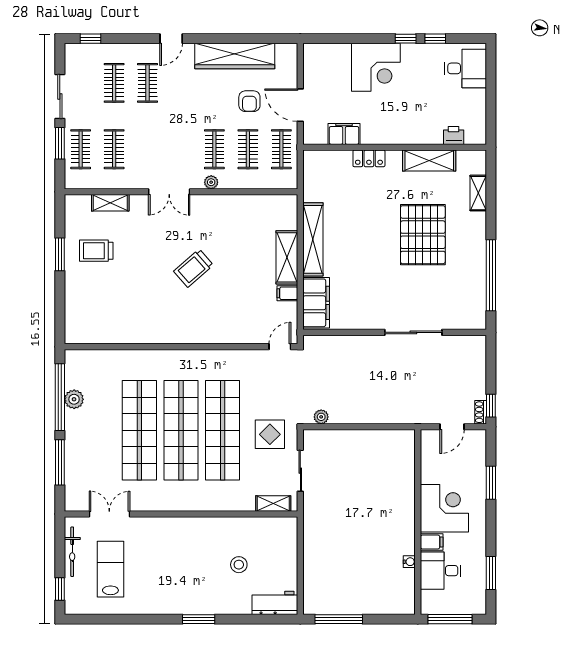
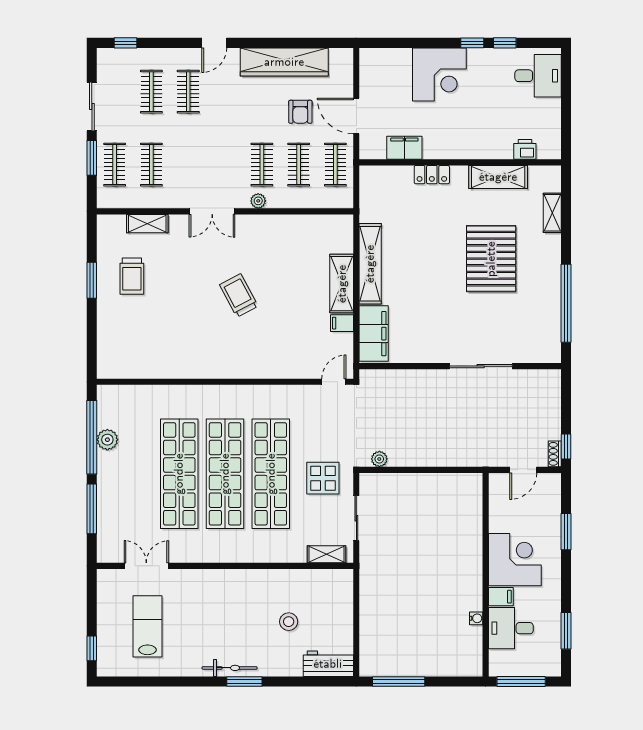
trolley: (96, 251) -> (132, 276), turned -90
trolley: (193, 268) -> (239, 295), turned 103
bicycle: (72, 552) -> (230, 668), moved, turned -90

